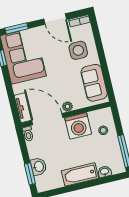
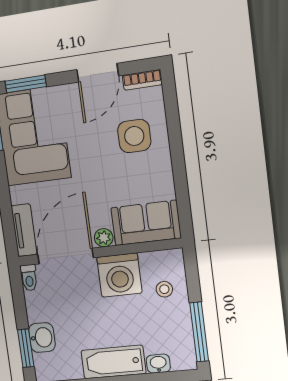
door: (55, 19) -> (98, 73), hinge flipped
sofa: (94, 83) -> (146, 223), moved, turned 90
door: (47, 119) -> (65, 256), hinge flipped

